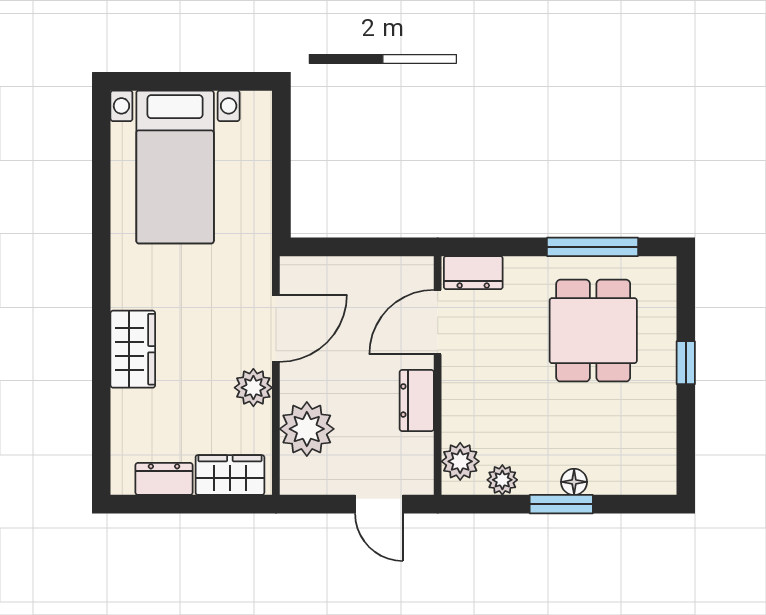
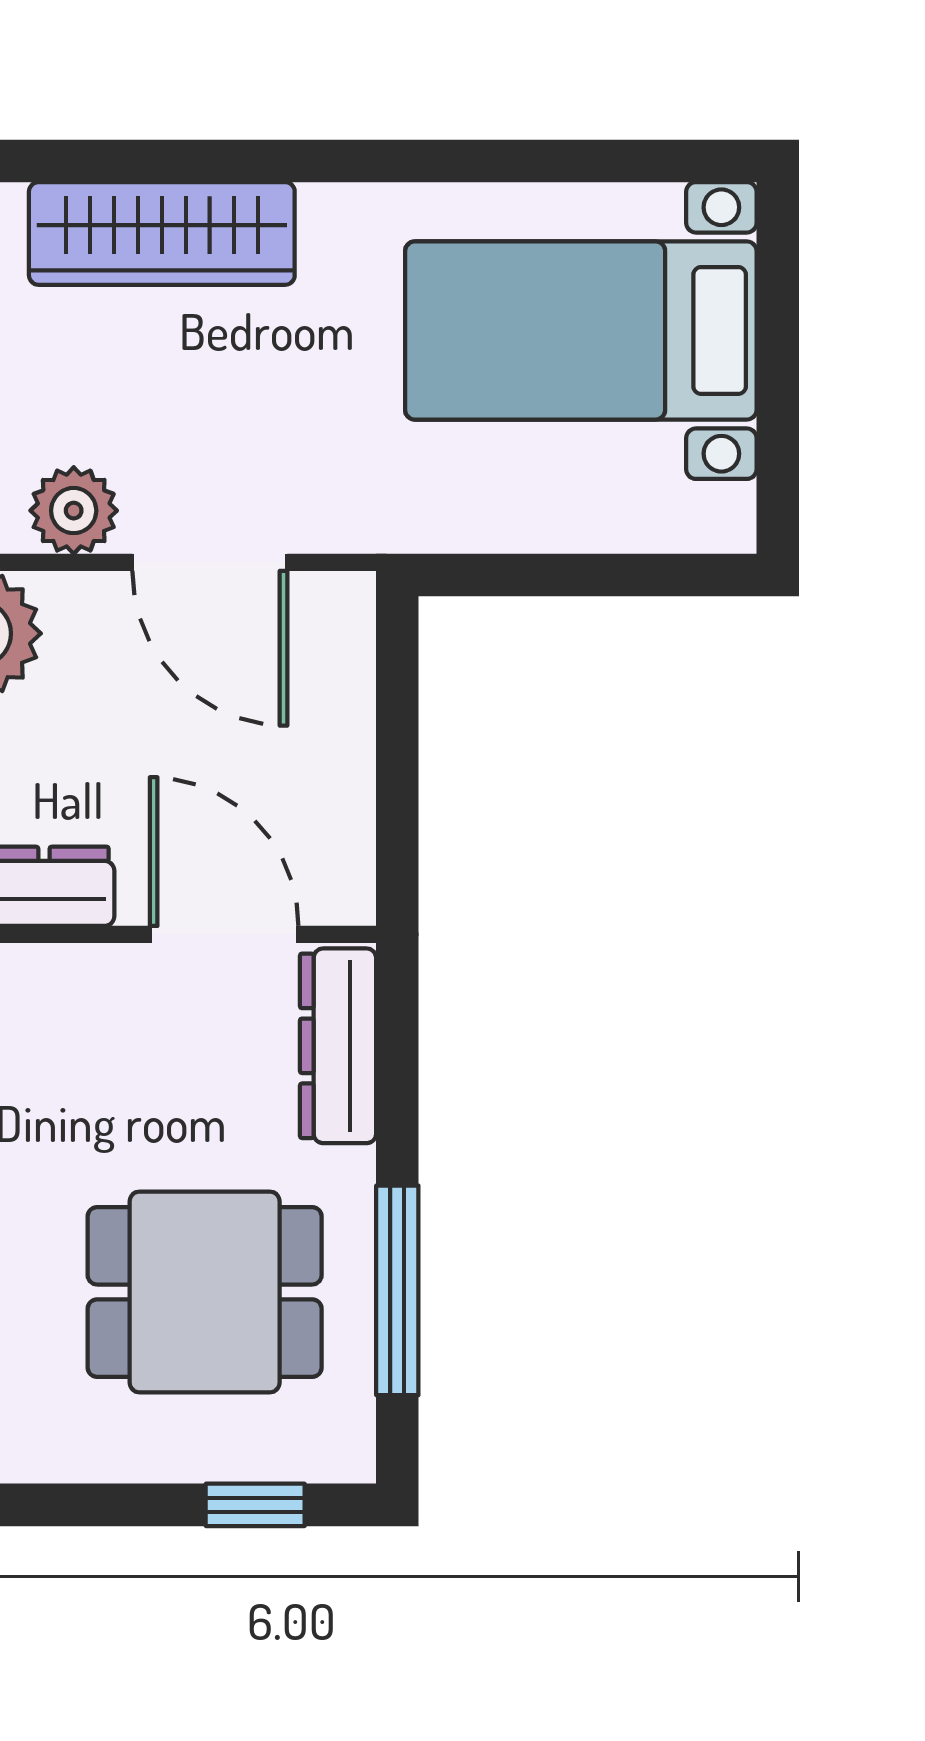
dresser: (473, 273) -> (338, 1046), width x1.44
wardrobe: (133, 349) -> (162, 233), width x1.50
window: (686, 363) -> (255, 1505), moved

